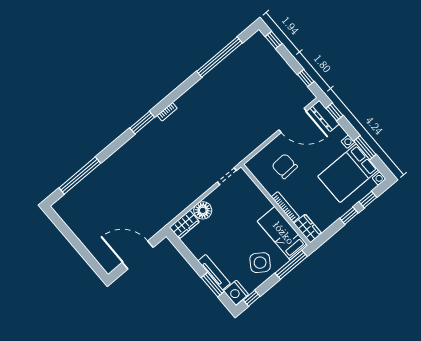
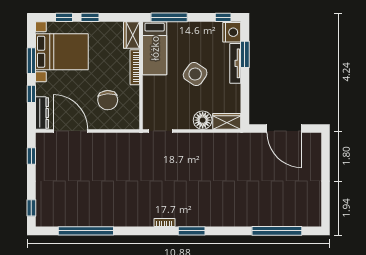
window: (334, 112) -> (31, 94), moved
side table: (260, 263) -> (195, 74), moved

